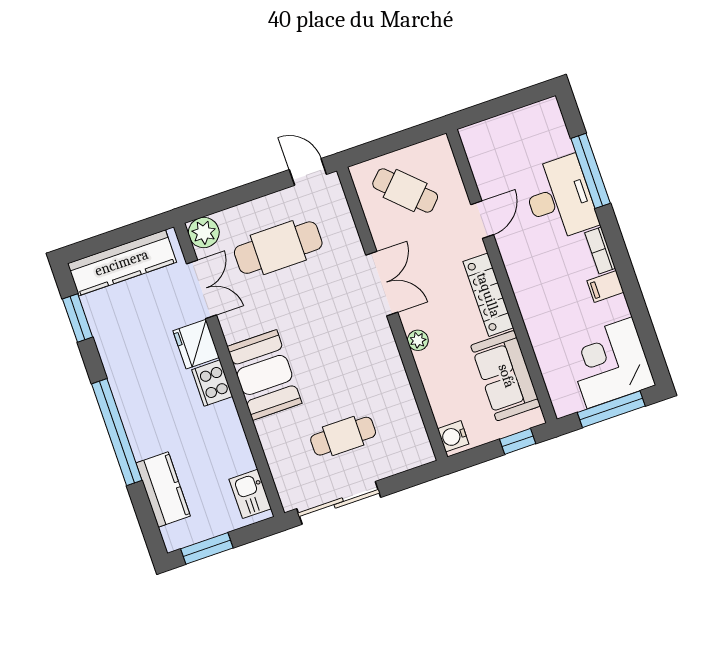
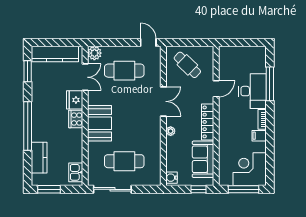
cafe table: (343, 436) -> (124, 161), width x1.37, depth x1.35

